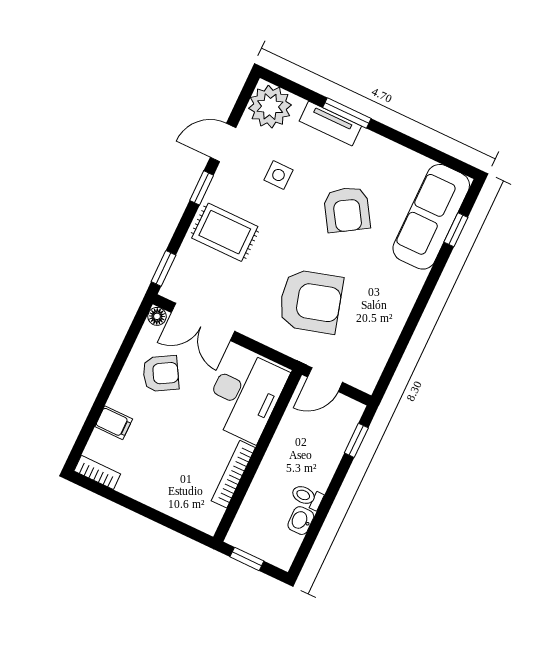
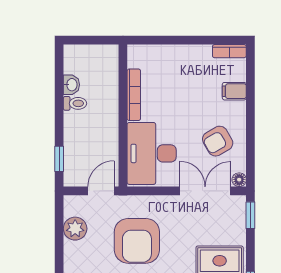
armchair: (311, 301) -> (137, 241), turned -74
plant: (376, 350) -> (75, 229), added
window: (247, 559) -> (96, 40), removed

